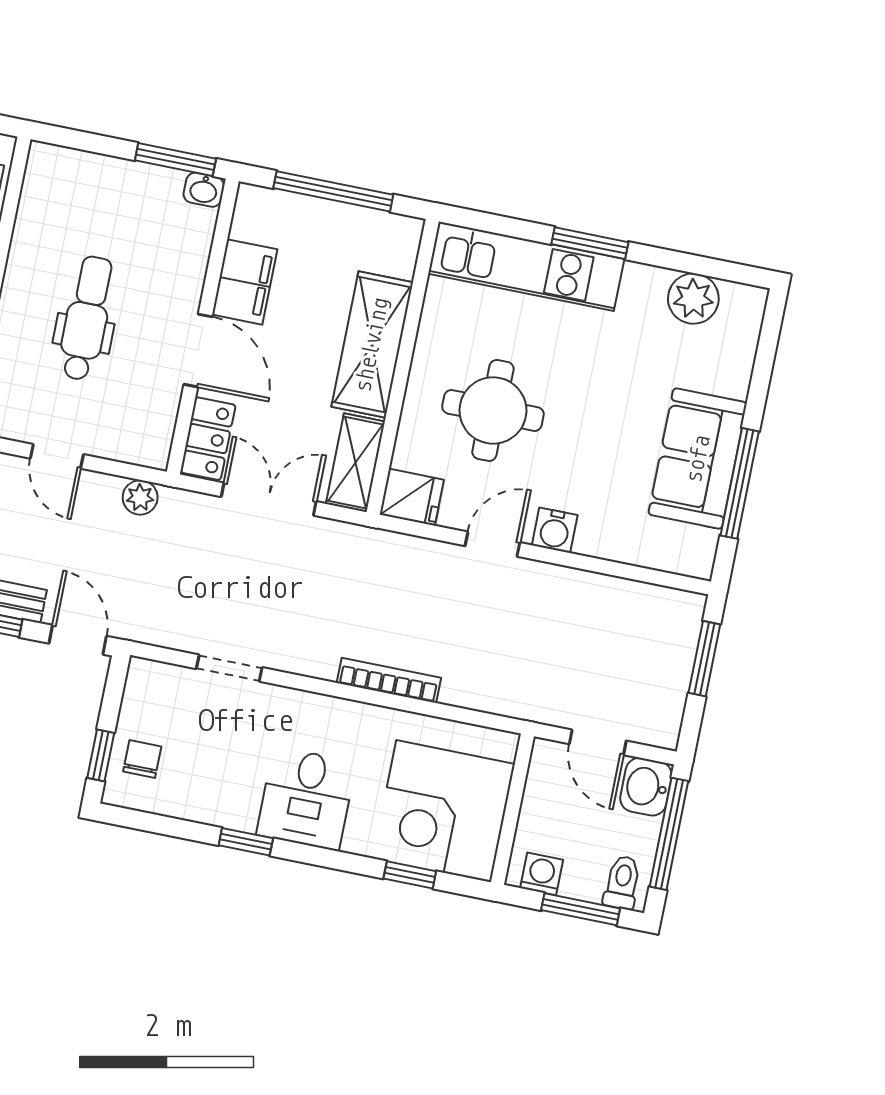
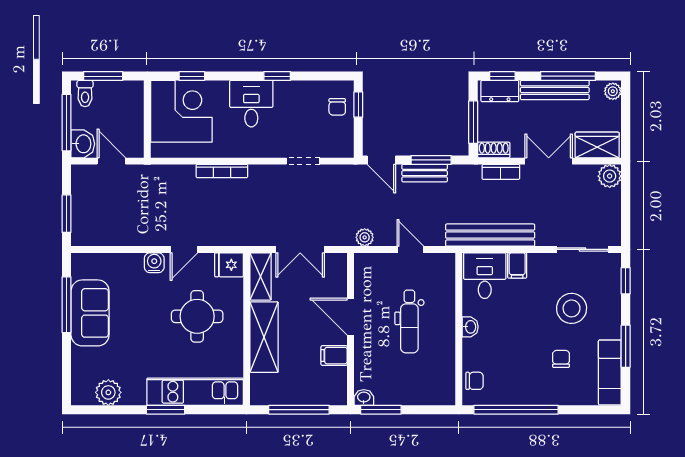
filing cabinet: (245, 282) -> (334, 356), width x0.50
locker: (208, 439) -> (337, 274), removed
washing machine: (542, 874) -> (126, 90), removed

